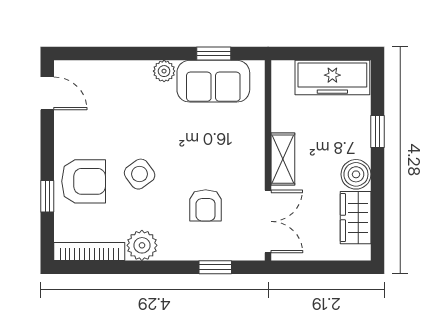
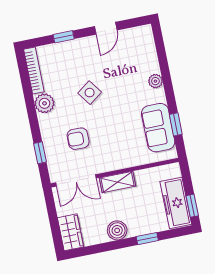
window: (341, 54) -> (192, 206), added
plant: (164, 71) -> (155, 81), moved
door: (47, 93) -> (106, 28), moved
armchair: (84, 181) -> (78, 58), removed
wardrobe: (356, 218) -> (71, 232), moved, turned 90

